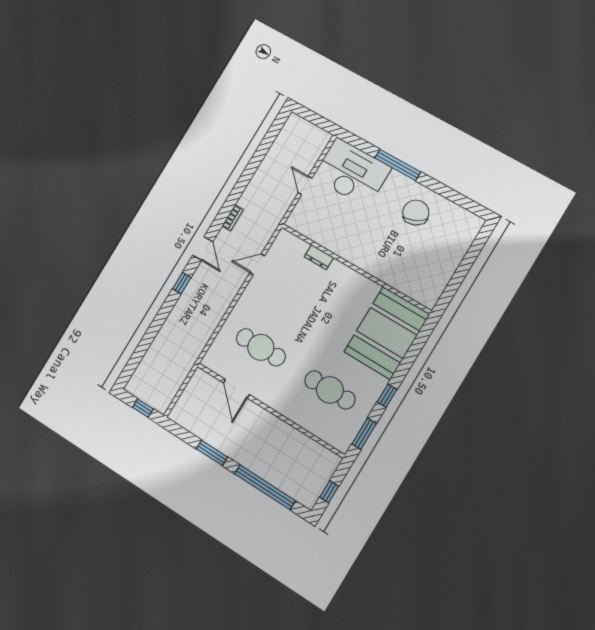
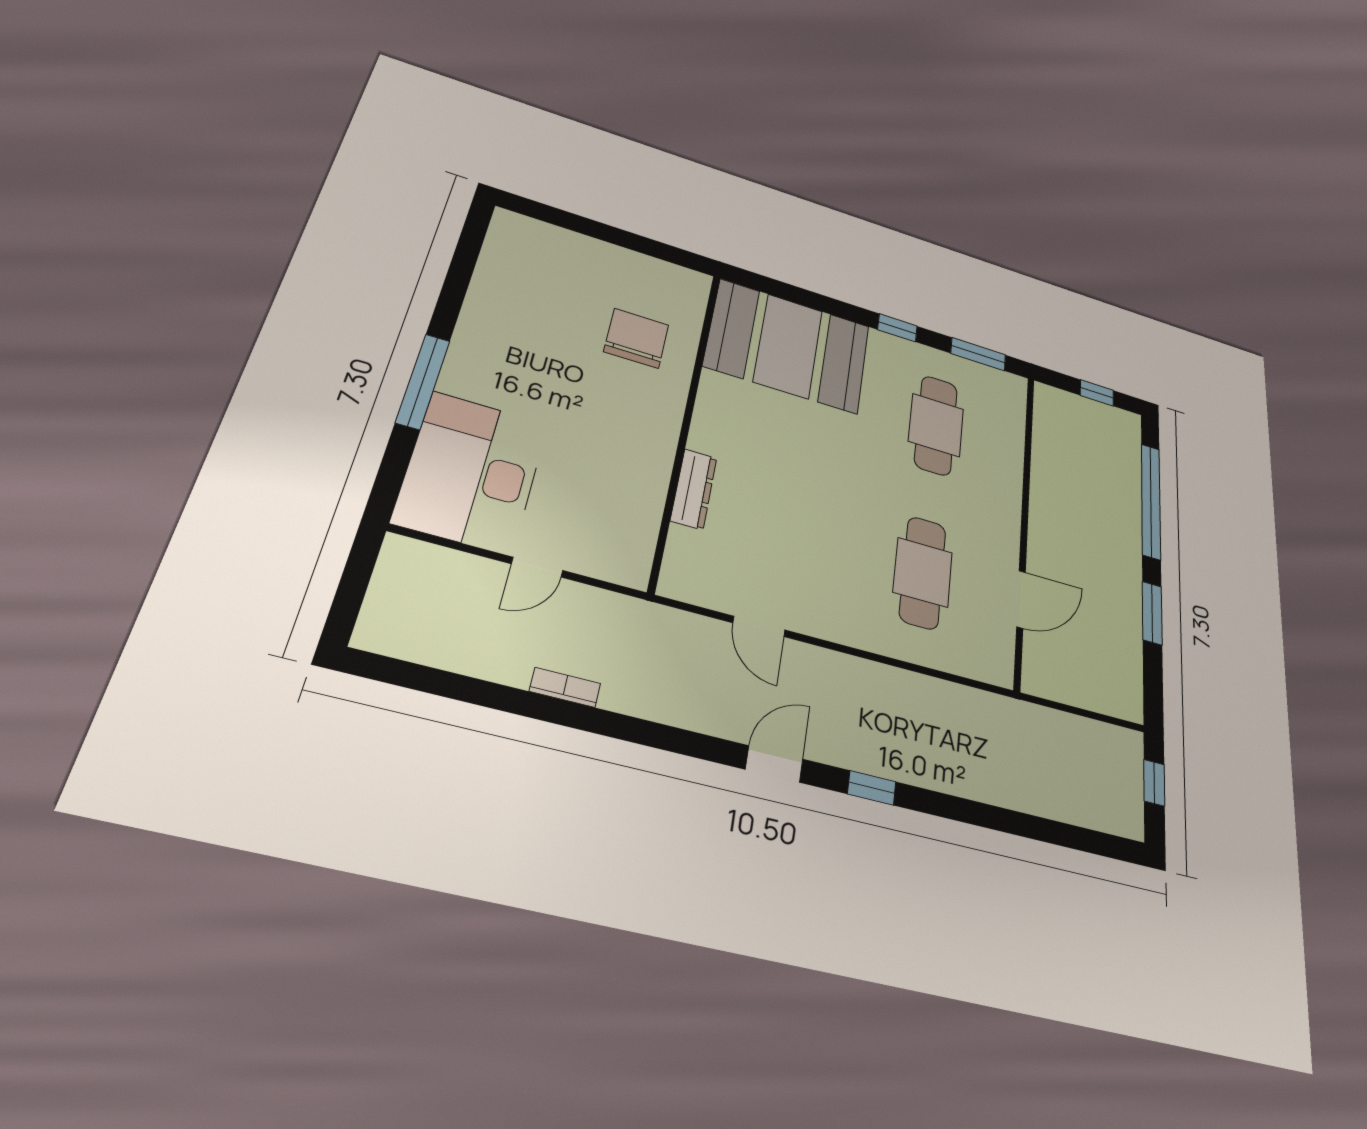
chair: (416, 213) -> (636, 338), moved, turned 115
bookcase: (233, 218) -> (565, 687), moved
dresser: (319, 257) -> (694, 489), width x1.44

